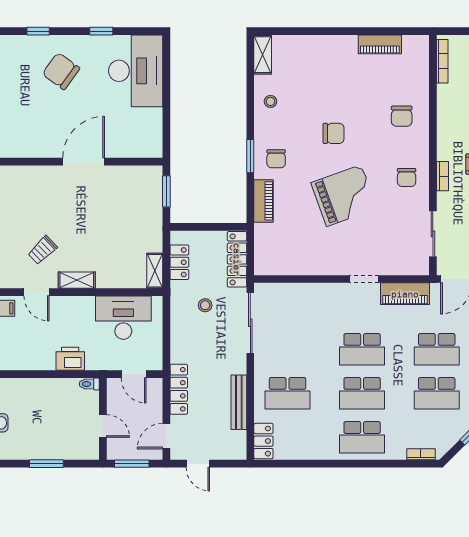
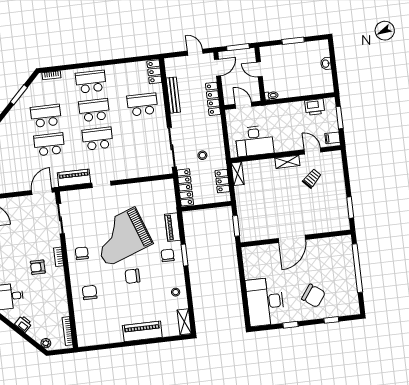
piano: (380, 44) -> (142, 331), moved, width x1.37, depth x1.33
grand piano: (344, 196) -> (121, 237), width x1.37, depth x1.48
printer: (70, 359) -> (315, 107), moved

